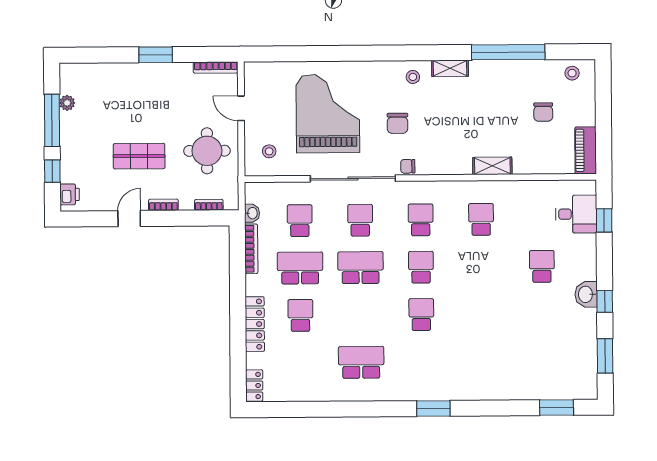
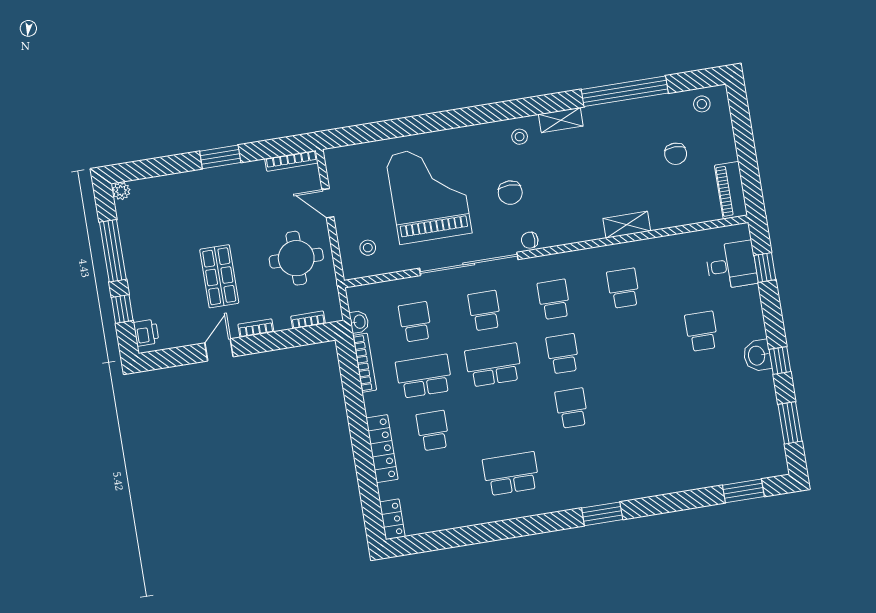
plant: (67, 103) -> (121, 191), moved
shop shelf: (139, 156) -> (219, 276), turned 90

